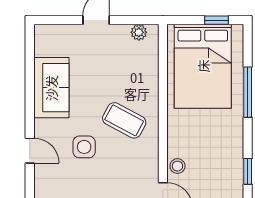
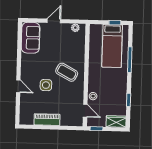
bed: (203, 66) -> (112, 46), width x0.67
sofa: (51, 88) -> (31, 38), moved

